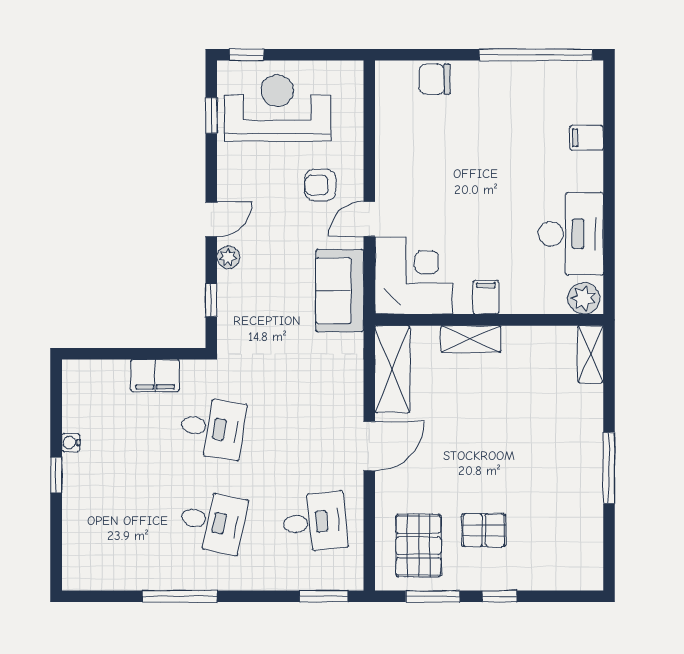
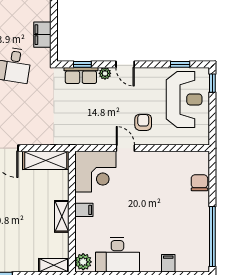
sofa: (340, 291) -> (87, 132), removed
row of seats: (232, 303) -> (81, 75), added
shelving: (471, 339) -> (62, 216), moved

